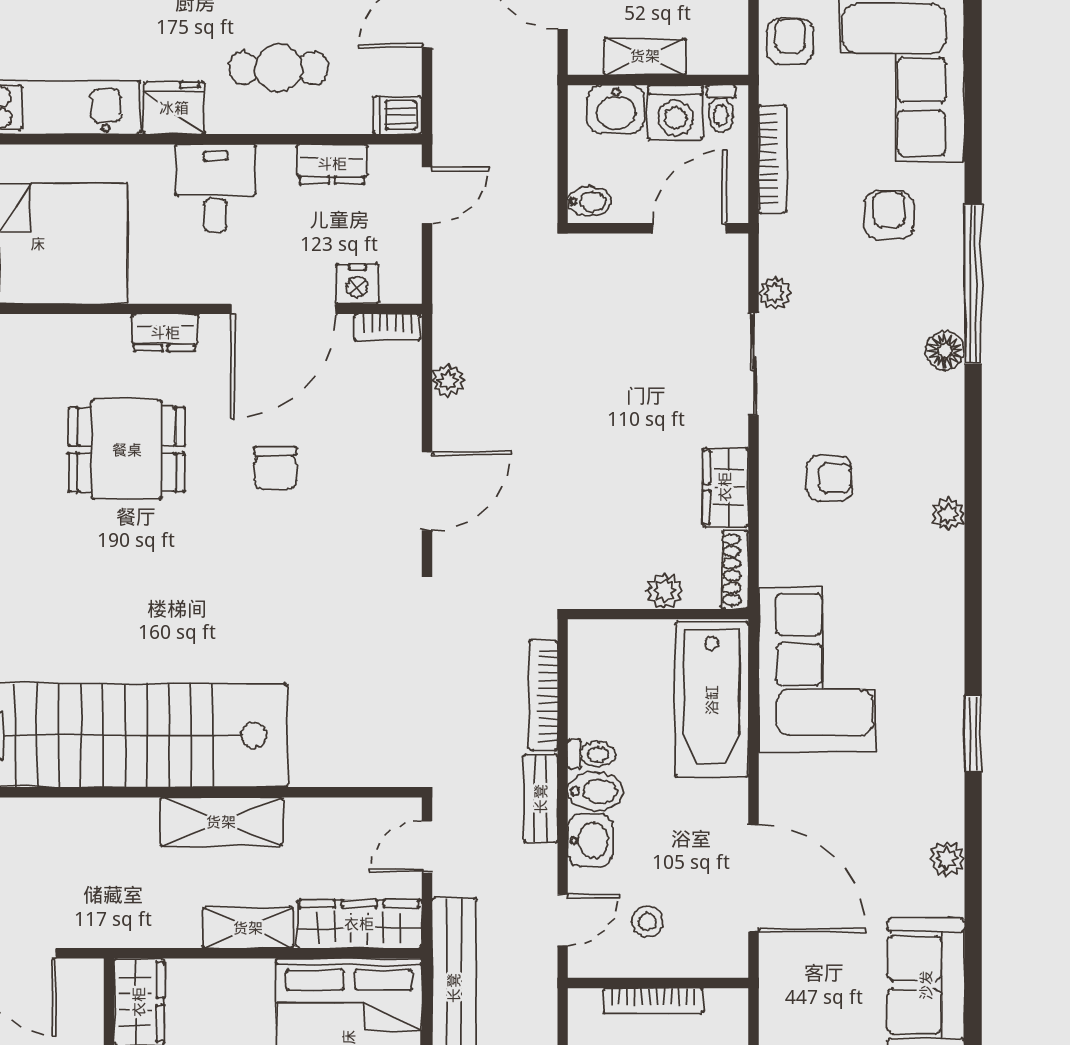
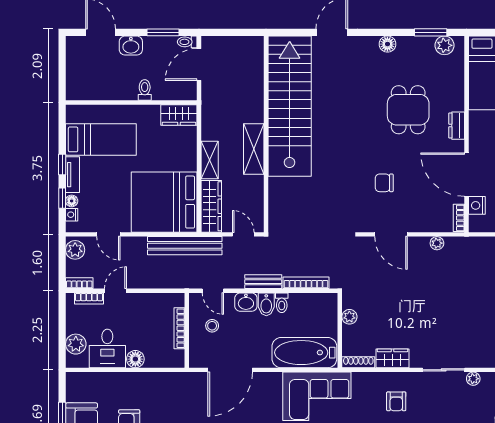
chair: (275, 468) -> (384, 183), moved
plant: (665, 591) -> (349, 317), moved

